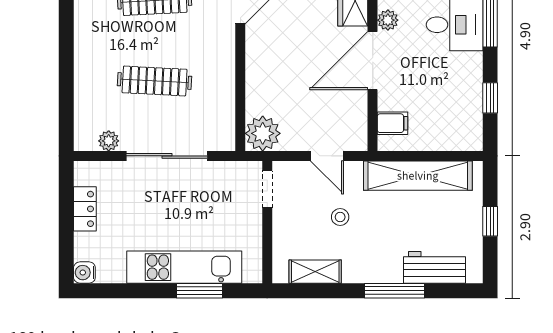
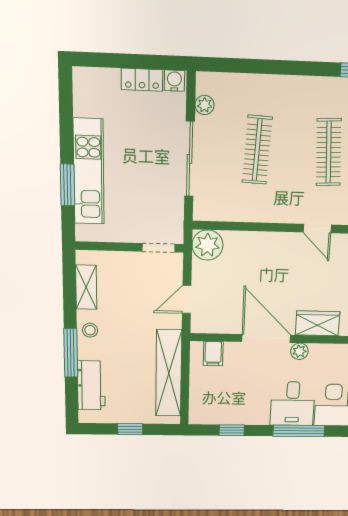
stool: (340, 217) -> (90, 330), moved
water cooler: (84, 273) -> (174, 81), moved

